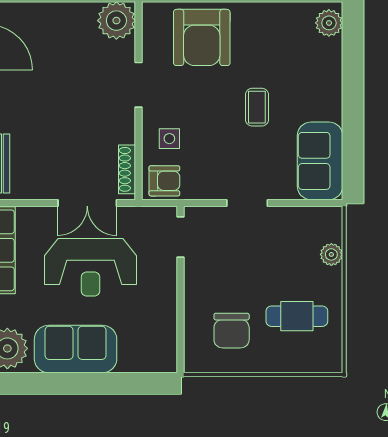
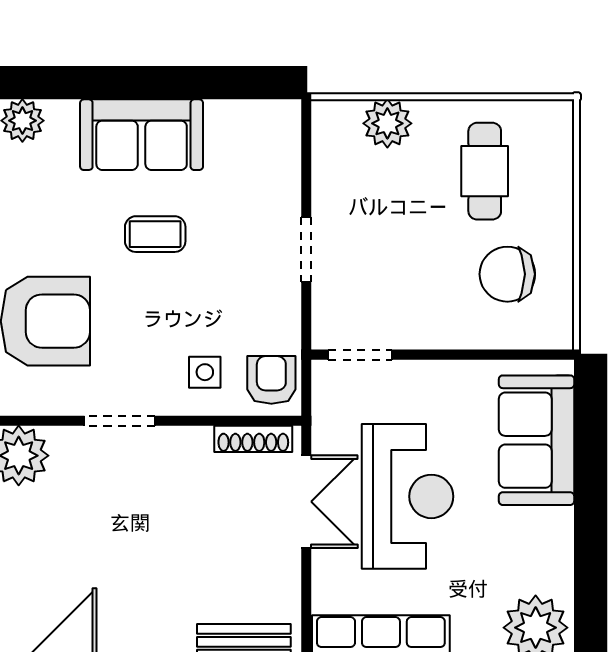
sofa: (320, 161) -> (142, 135), moved
plant: (331, 254) -> (387, 123), width x1.38, depth x1.38
chair: (232, 331) -> (507, 274), turned 180
sofa: (76, 349) -> (536, 440), moved

